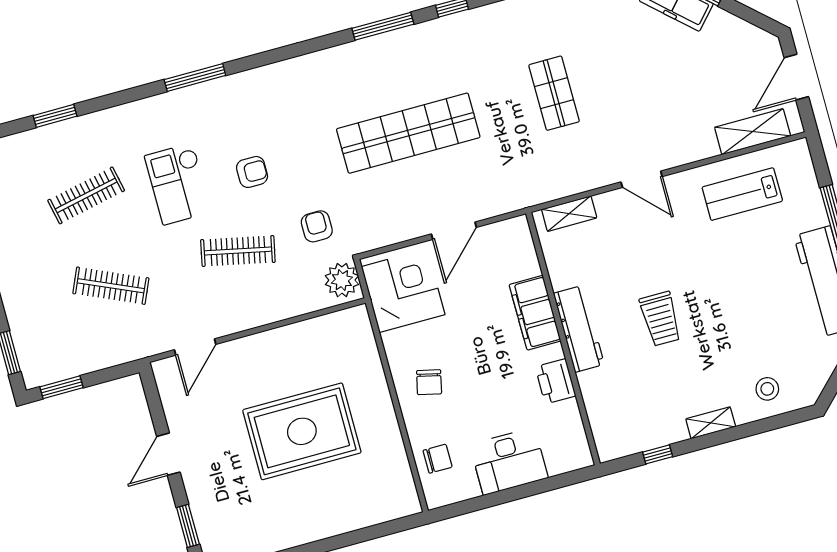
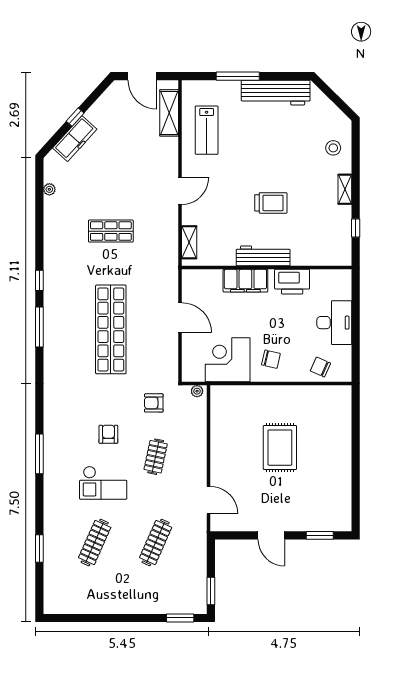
clothes rail: (86, 195) -> (95, 542), turned 36
clothes rail: (238, 251) -> (156, 457), width x0.73
plant: (342, 280) -> (197, 391), width x0.53, depth x0.53
corner desk: (403, 291) -> (228, 360), moved
printer: (556, 381) -> (292, 282), width x1.37, depth x1.19
rug: (302, 431) -> (280, 448), width x0.73, depth x0.69
chair: (438, 459) -> (320, 367), turned -66

